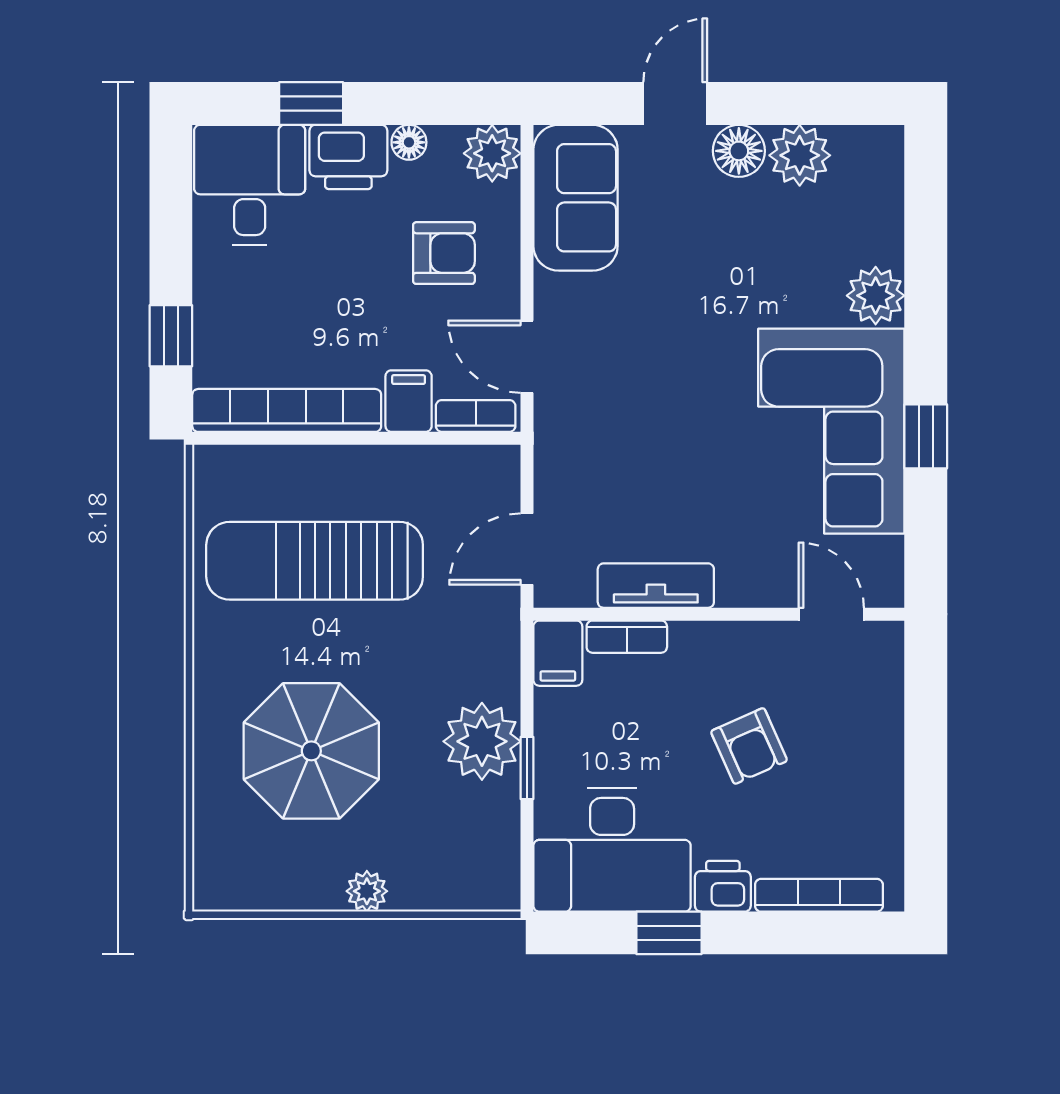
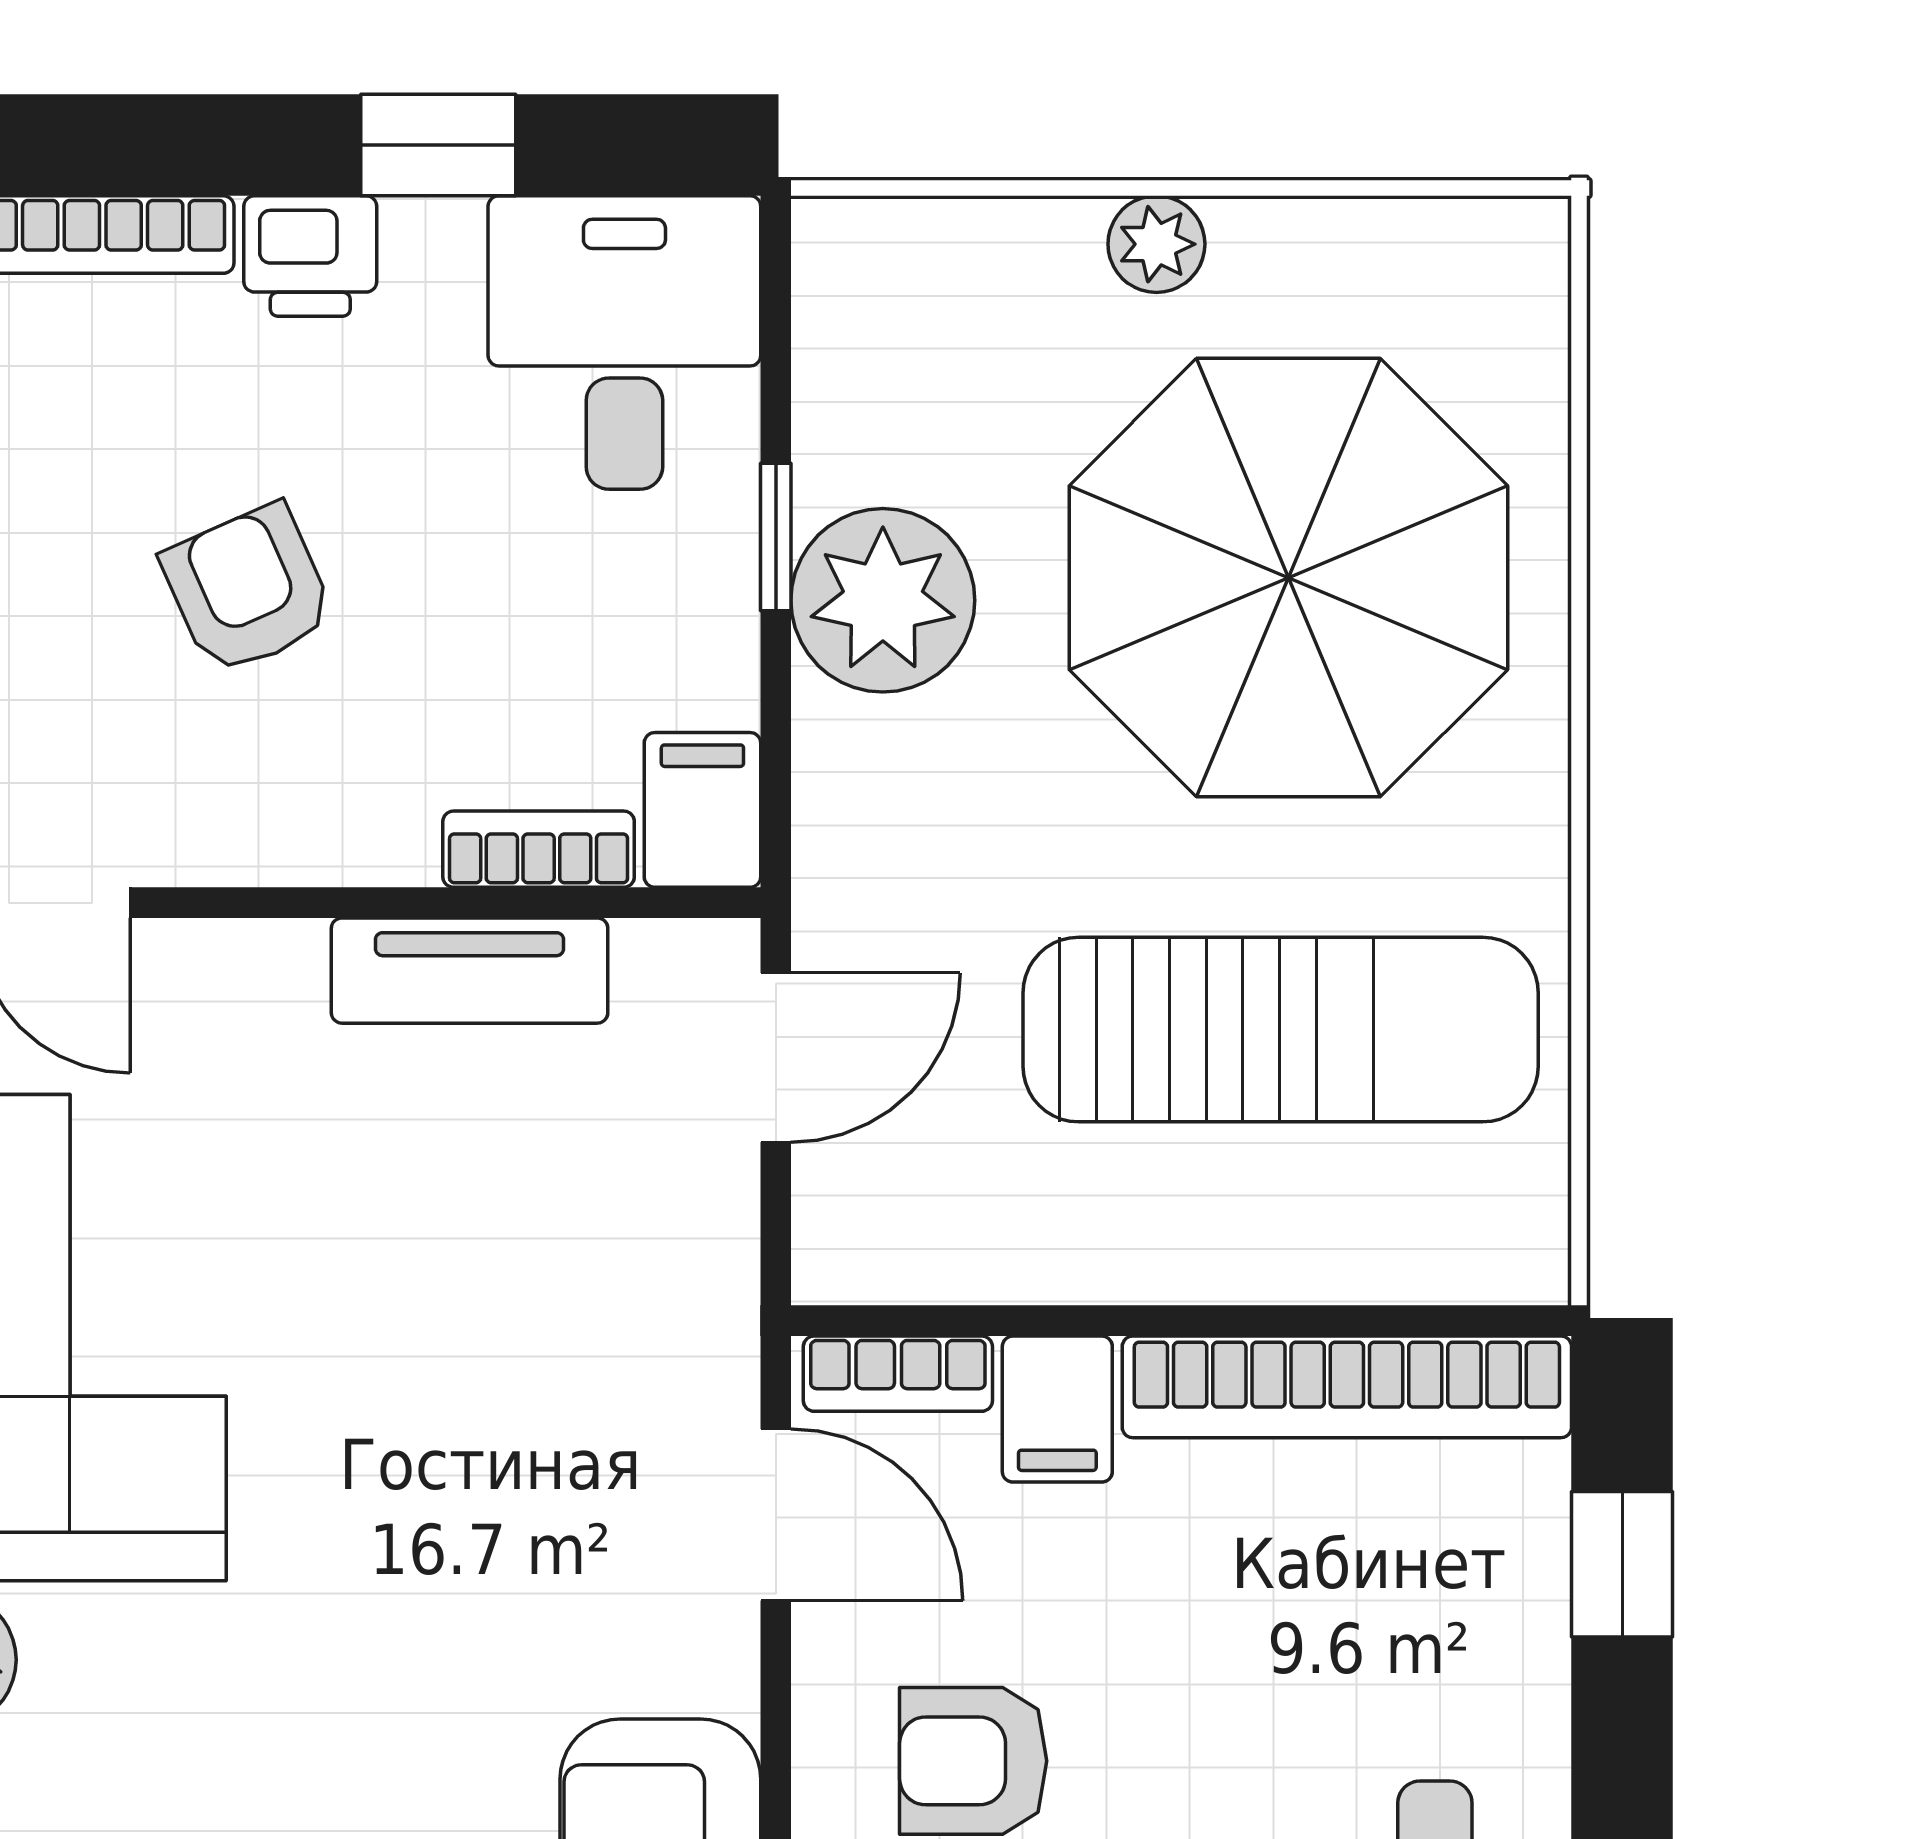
parasol: (311, 751) -> (1288, 578), width x1.36, depth x1.36
desk: (612, 850) -> (624, 343), width x0.73

